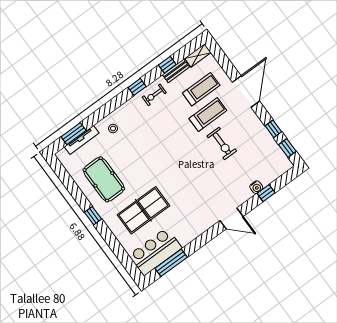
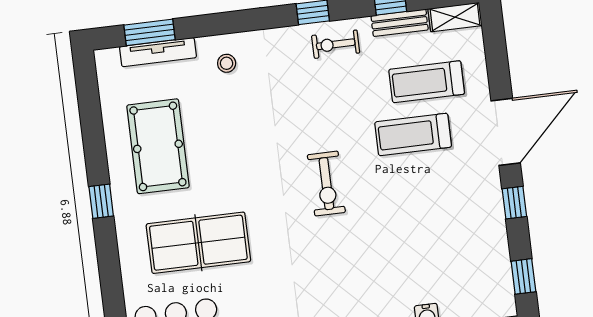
treadmill: (201, 89) -> (427, 82), turned 180
treadmill: (208, 114) -> (413, 134), turned 180
window: (273, 129) -> (514, 203), moved
exercise bike: (222, 143) -> (326, 184), moved

